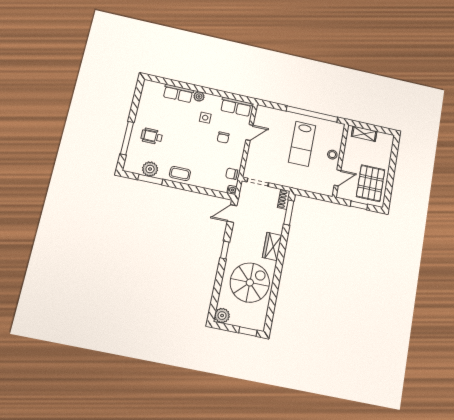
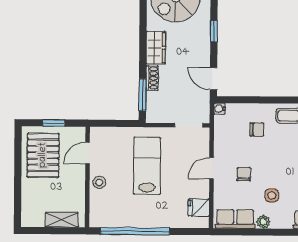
plant: (199, 96) -> (263, 222), moved
fridge: (262, 121) -> (199, 208), added
door: (250, 132) -> (212, 168), moved
lab bench: (302, 144) -> (147, 166), moved
chair: (232, 174) -> (257, 129), moved
shoe rack: (284, 199) -> (152, 78), moved
door: (232, 214) -> (214, 79), swing flipped

